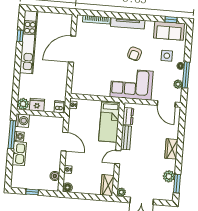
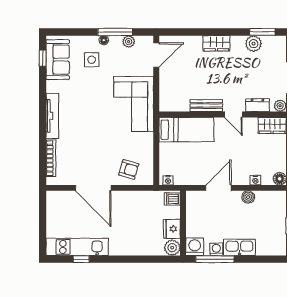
kitchen unit: (29, 42) -> (77, 247), width x0.73
armchair: (135, 54) -> (129, 169), moved
dresser: (128, 116) -> (257, 105), moved
boiler: (55, 176) -> (248, 197), moved

